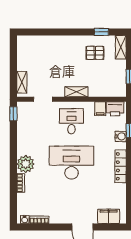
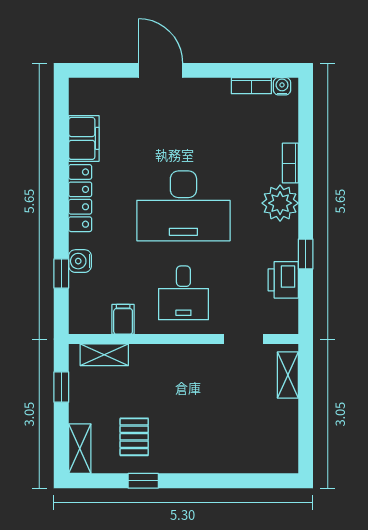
window: (101, 32) -> (143, 481), moved
pallet: (95, 53) -> (134, 437), turned 90
shelving: (76, 92) -> (104, 355), moved
printer: (115, 109) -> (283, 280), moved, turned -90
window: (13, 114) -> (306, 254), moved
filing cabinet: (109, 216) -> (84, 138), moved, turned -90

